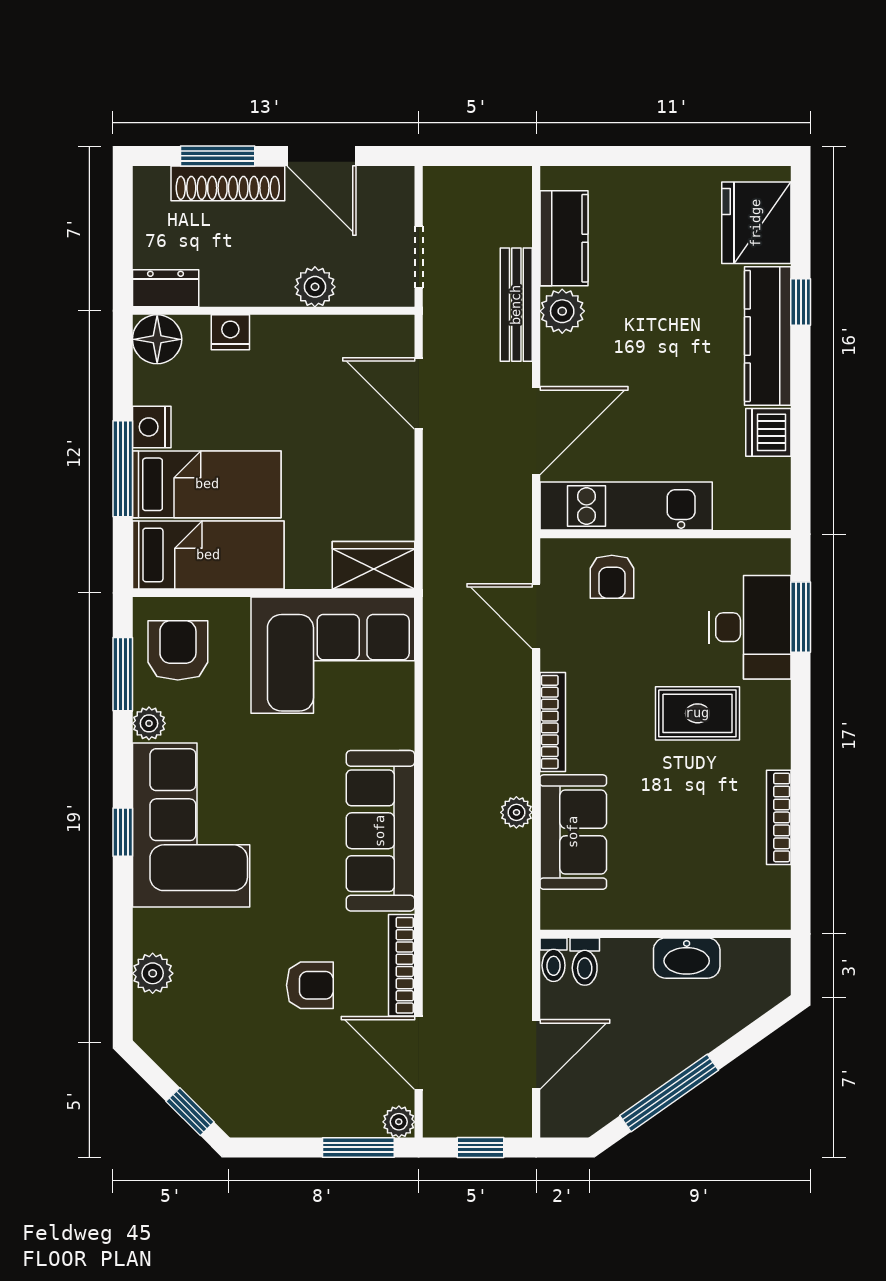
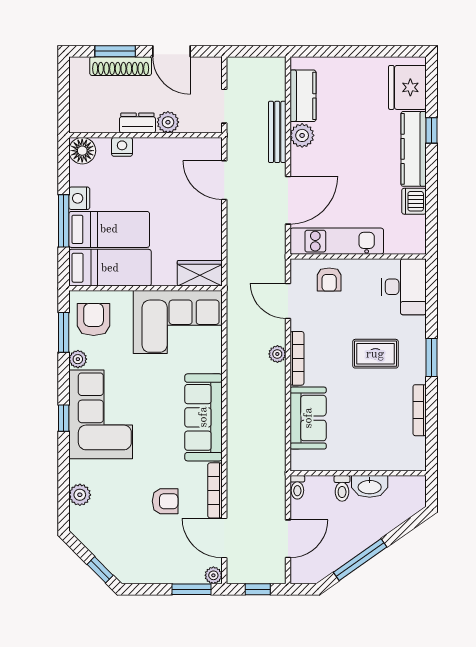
dresser: (166, 288) -> (137, 123), moved
window: (801, 617) -> (431, 357), moved
desk: (750, 627) -> (404, 287), moved
plant: (516, 812) -> (277, 354), moved
toilet: (585, 962) -> (342, 488), moved

